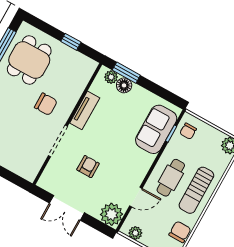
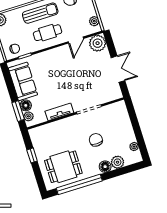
chair: (46, 104) -> (96, 140), moved
sofa: (156, 129) -> (23, 81), moved, turned -90
armchair: (88, 167) -> (86, 80), removed
door: (136, 197) -> (76, 40), swing flipped

